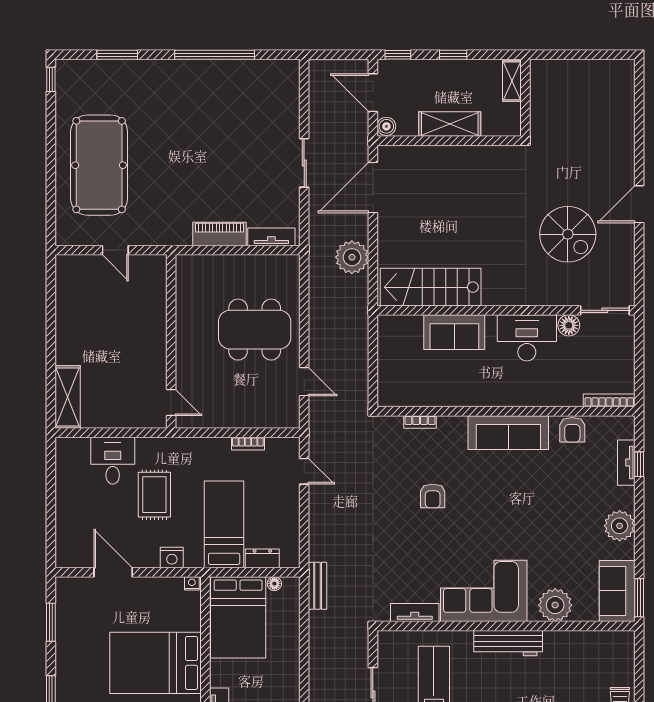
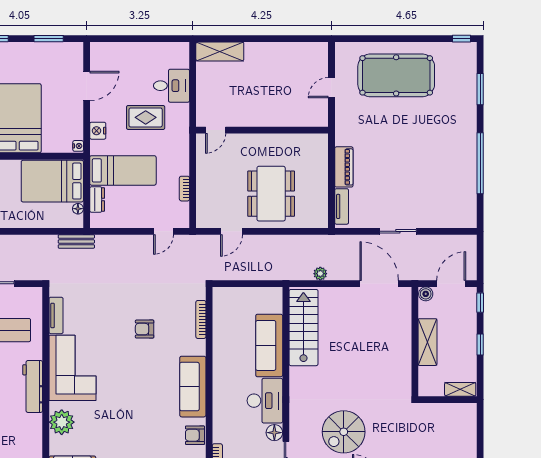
plant: (352, 257) -> (320, 274), width x0.53, depth x0.53
sofa: (454, 332) -> (269, 345), width x1.36
bookcase: (420, 422) -> (201, 319), width x1.56

